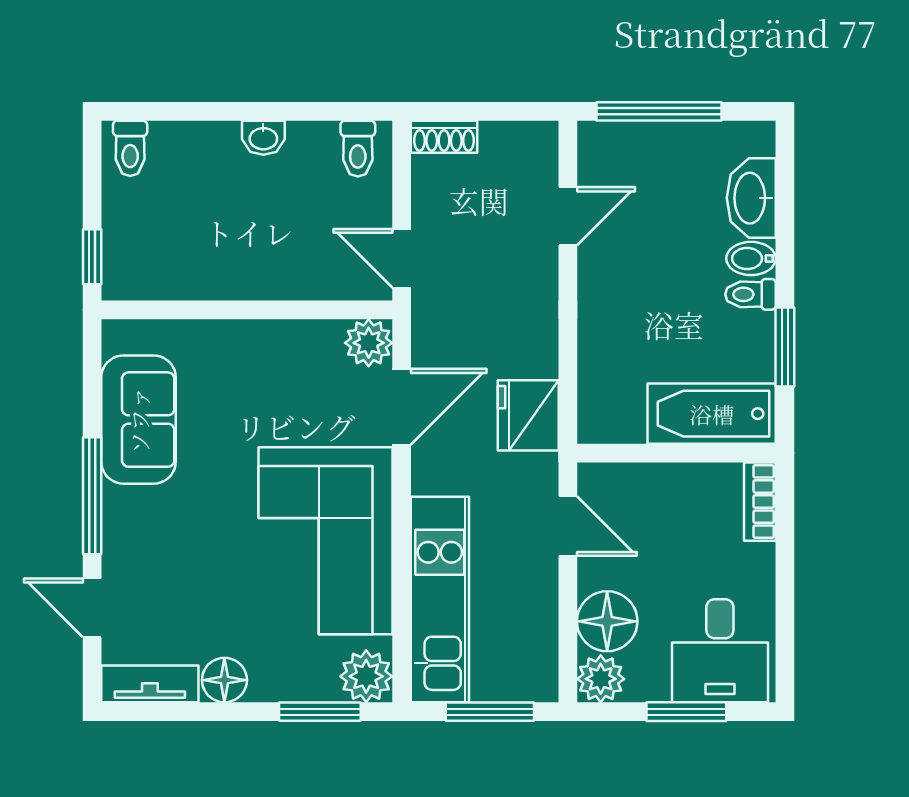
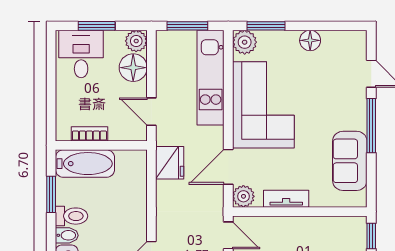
toilet: (750, 294) -> (71, 216), width x1.37, depth x1.39
bookcase: (760, 502) -> (89, 134), moved, turned -90
tv unit: (150, 684) -> (286, 199), moved, turned 180

